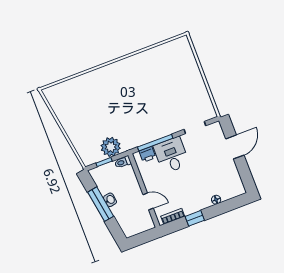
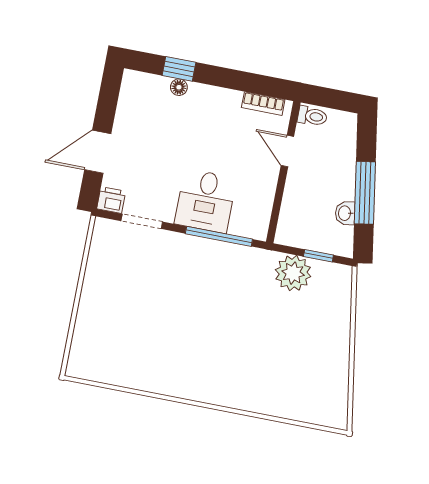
printer: (147, 154) -> (111, 200), moved
toilet: (123, 162) -> (312, 116), moved
washbasin: (110, 200) -> (345, 213), moved
window: (195, 218) -> (179, 69), moved

